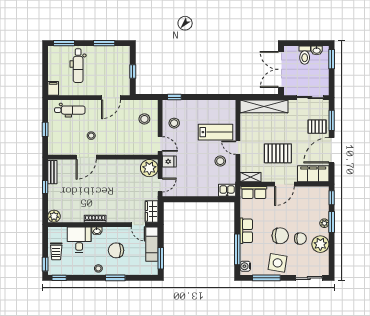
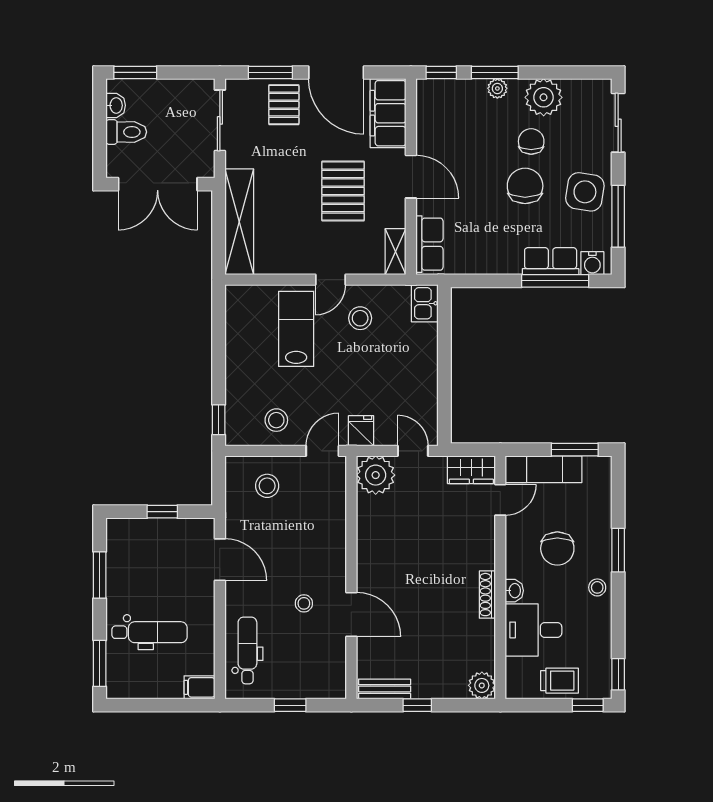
row of seats: (246, 231) -> (551, 261), moved

